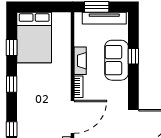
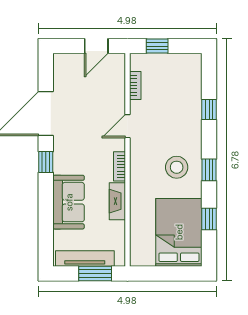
window: (133, 56) -> (46, 162), moved
stool: (36, 86) -> (177, 167), added
door: (73, 117) -> (127, 126), width x0.53

